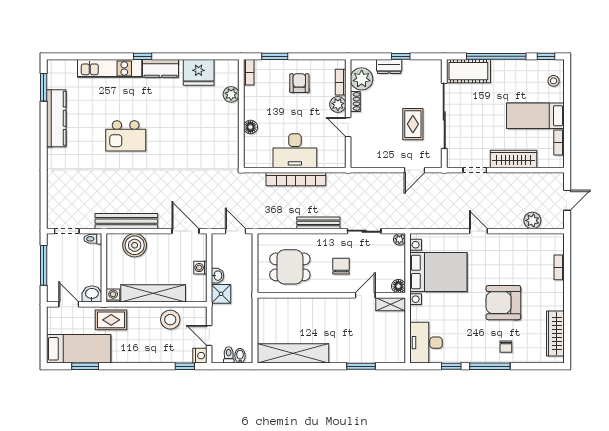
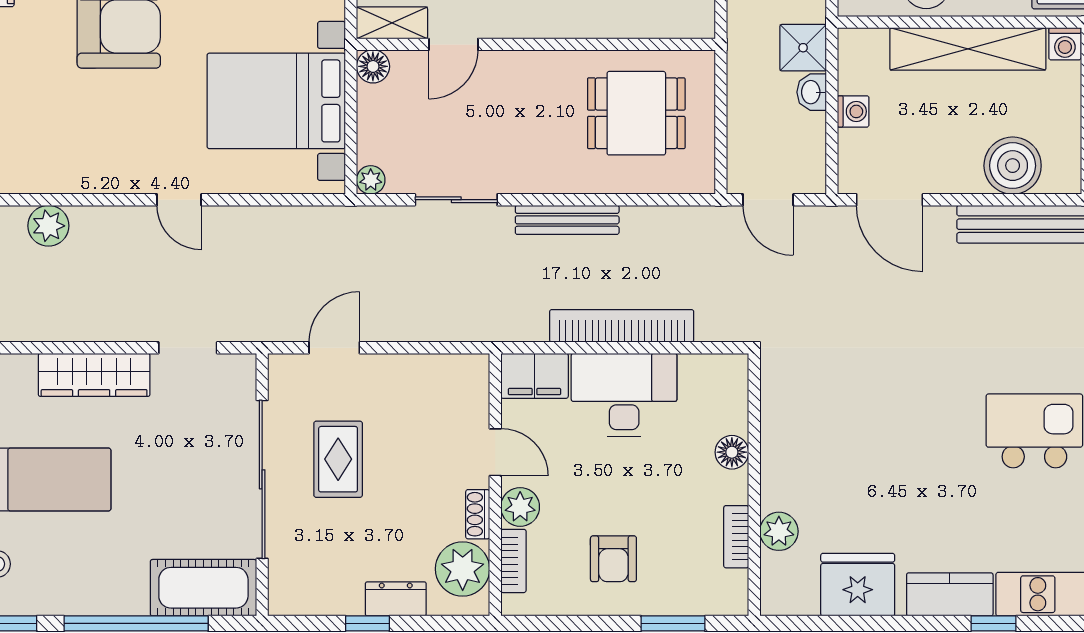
bookcase: (249, 72) -> (736, 537), moved
filing cabinet: (332, 159) -> (535, 376), added
chair: (341, 266) -> (512, 115), removed

